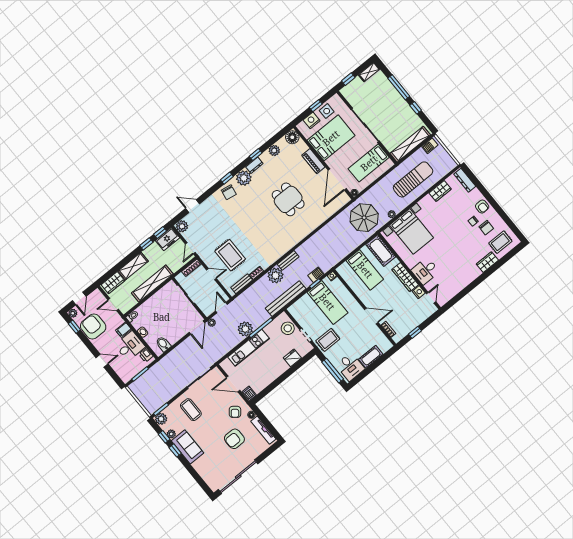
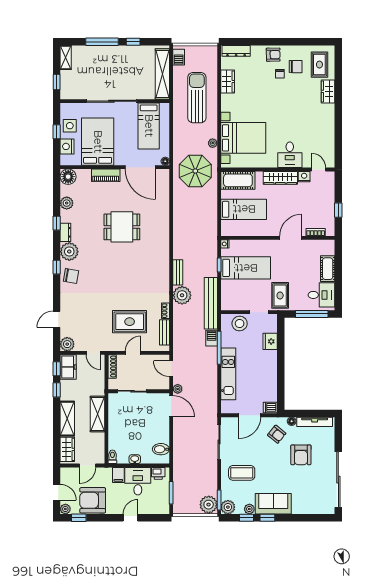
barbecue: (316, 275) -> (212, 338), moved
shelving: (152, 283) -> (97, 414), width x0.68
plant: (245, 329) -> (209, 505), moved

